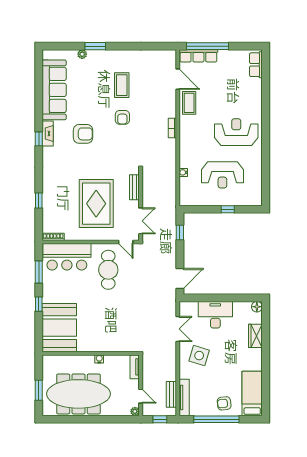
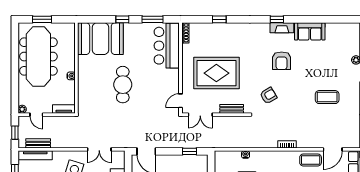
sofa: (54, 90) -> (310, 31), width x0.54, depth x0.79
armchair: (122, 117) -> (268, 96), moved, turned 149
cafe table: (108, 270) -> (123, 85), moved, turned 90
door: (141, 396) -> (36, 115), hinge flipped

